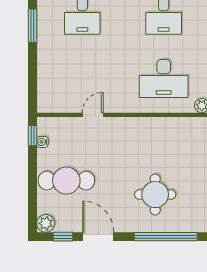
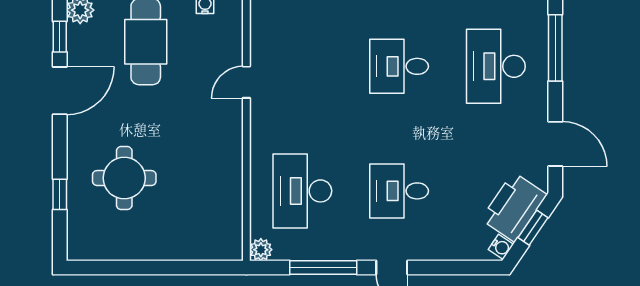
door: (93, 115) -> (246, 82), swing flipped
window: (166, 237) -> (60, 194), width x0.32

